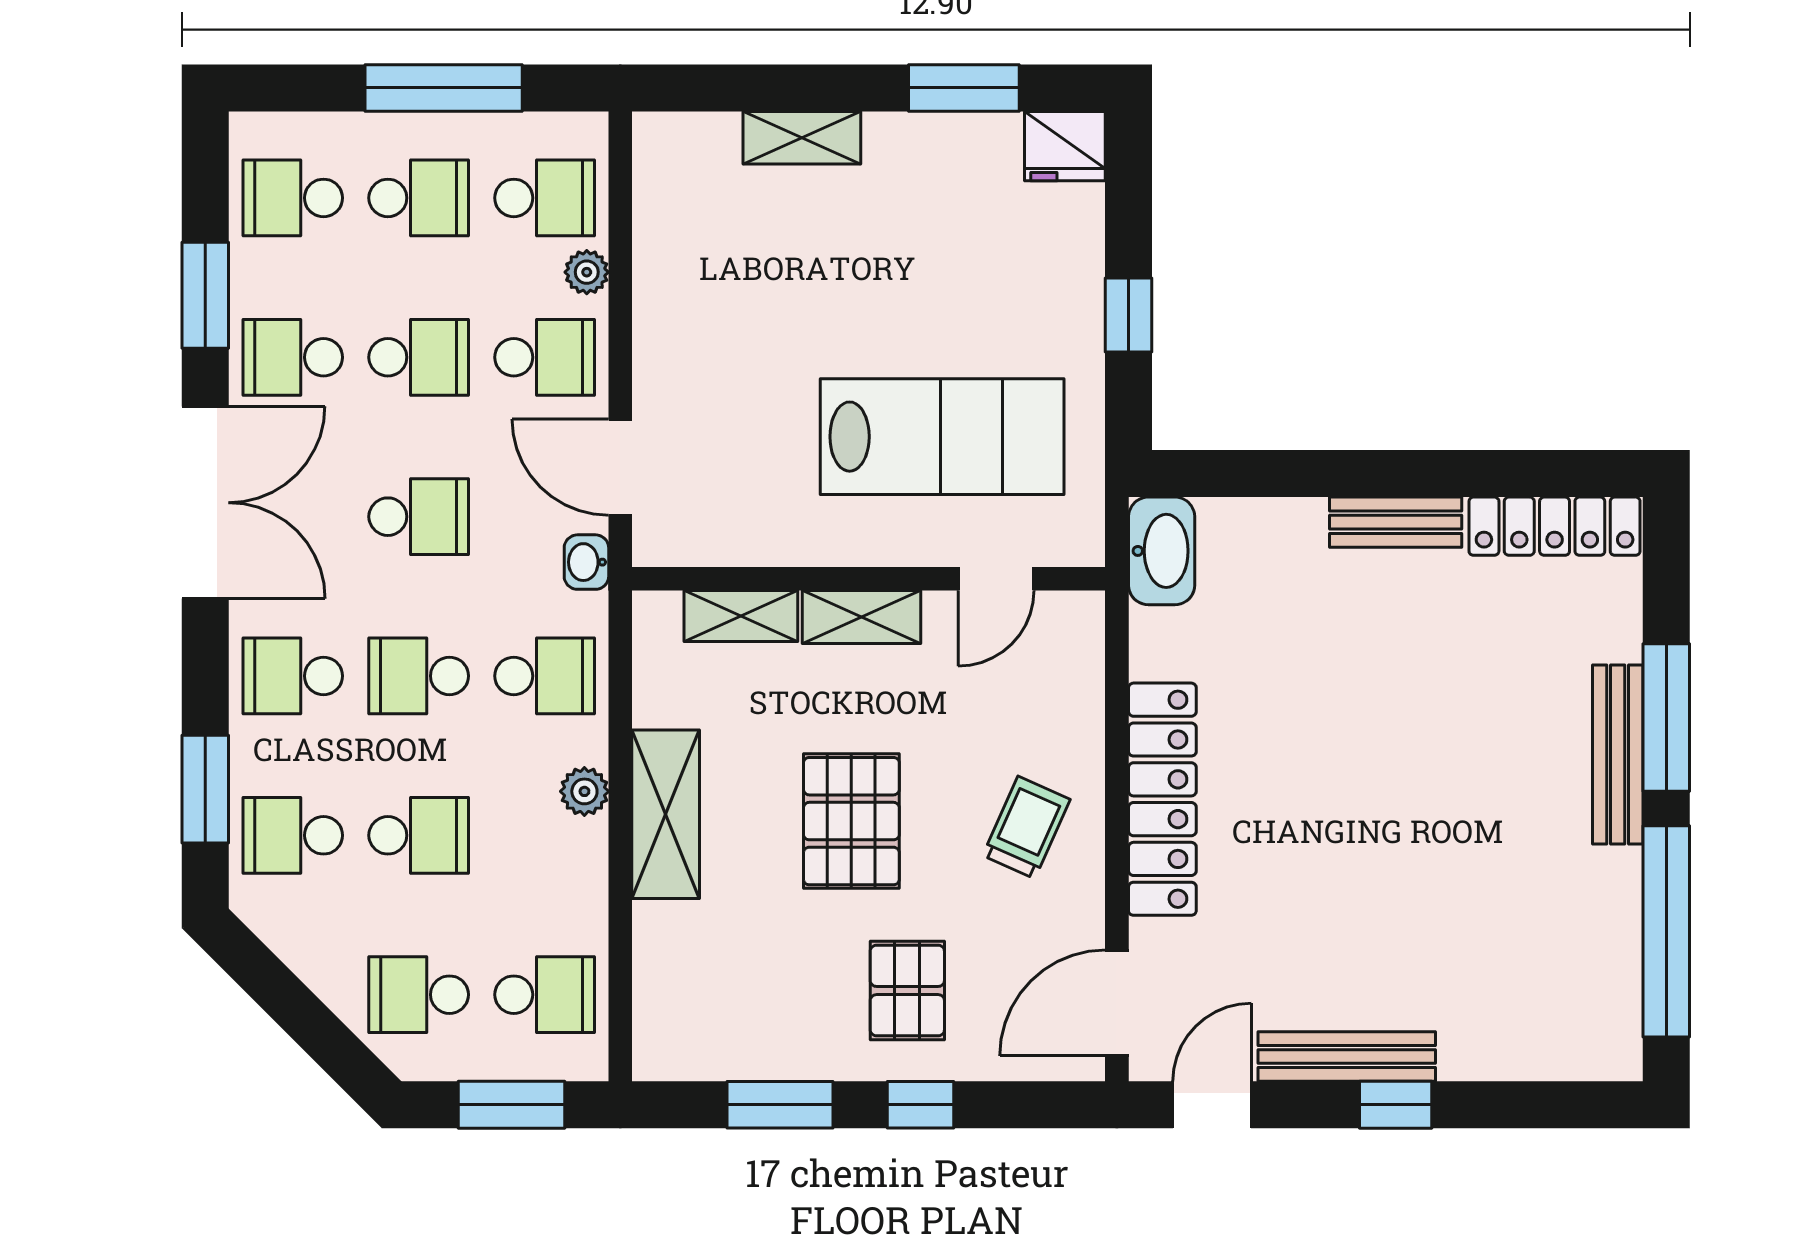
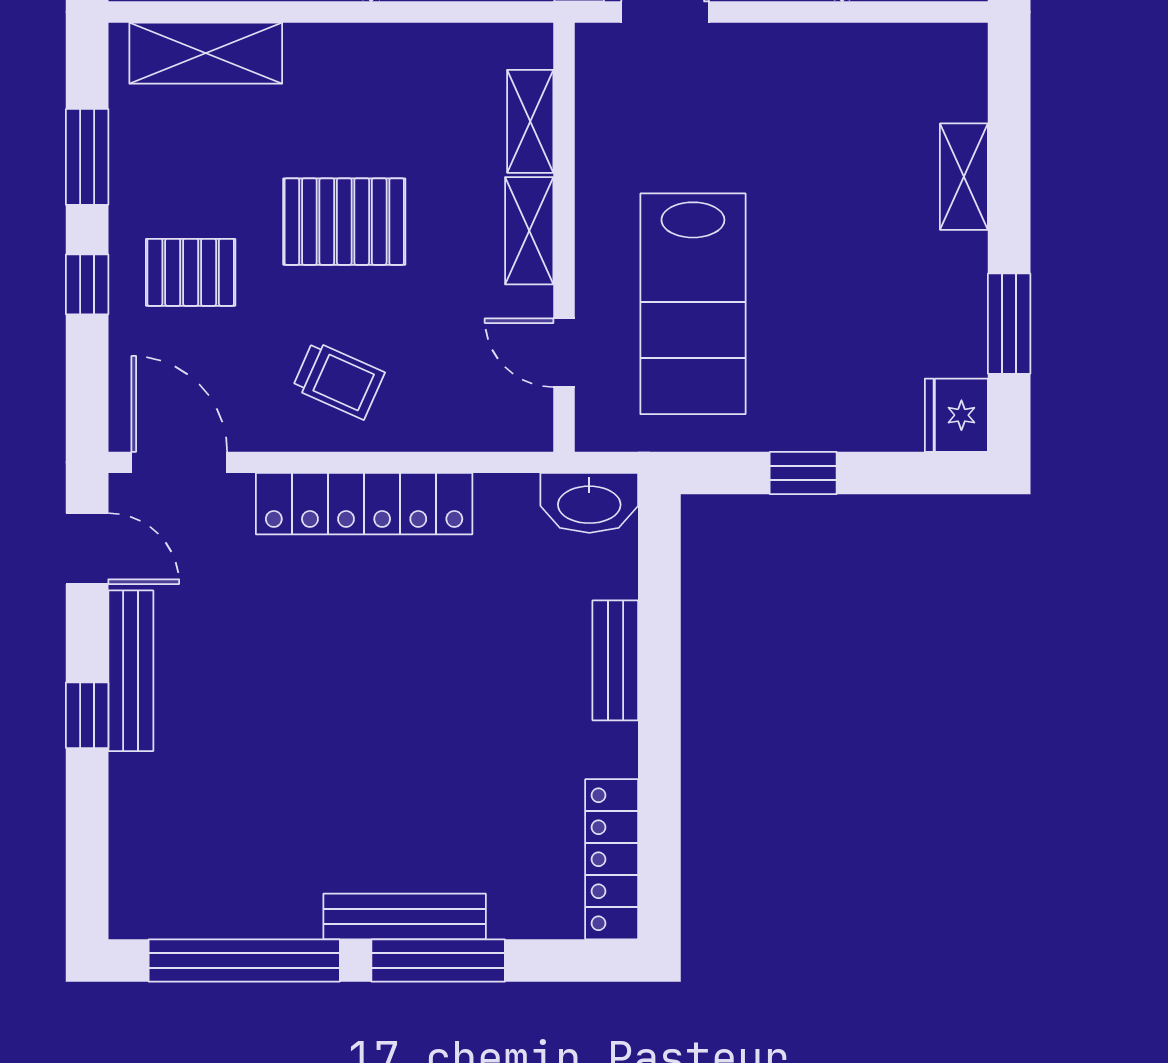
bench: (1396, 522) -> (615, 660), moved
shelving: (666, 814) -> (206, 53), moved

